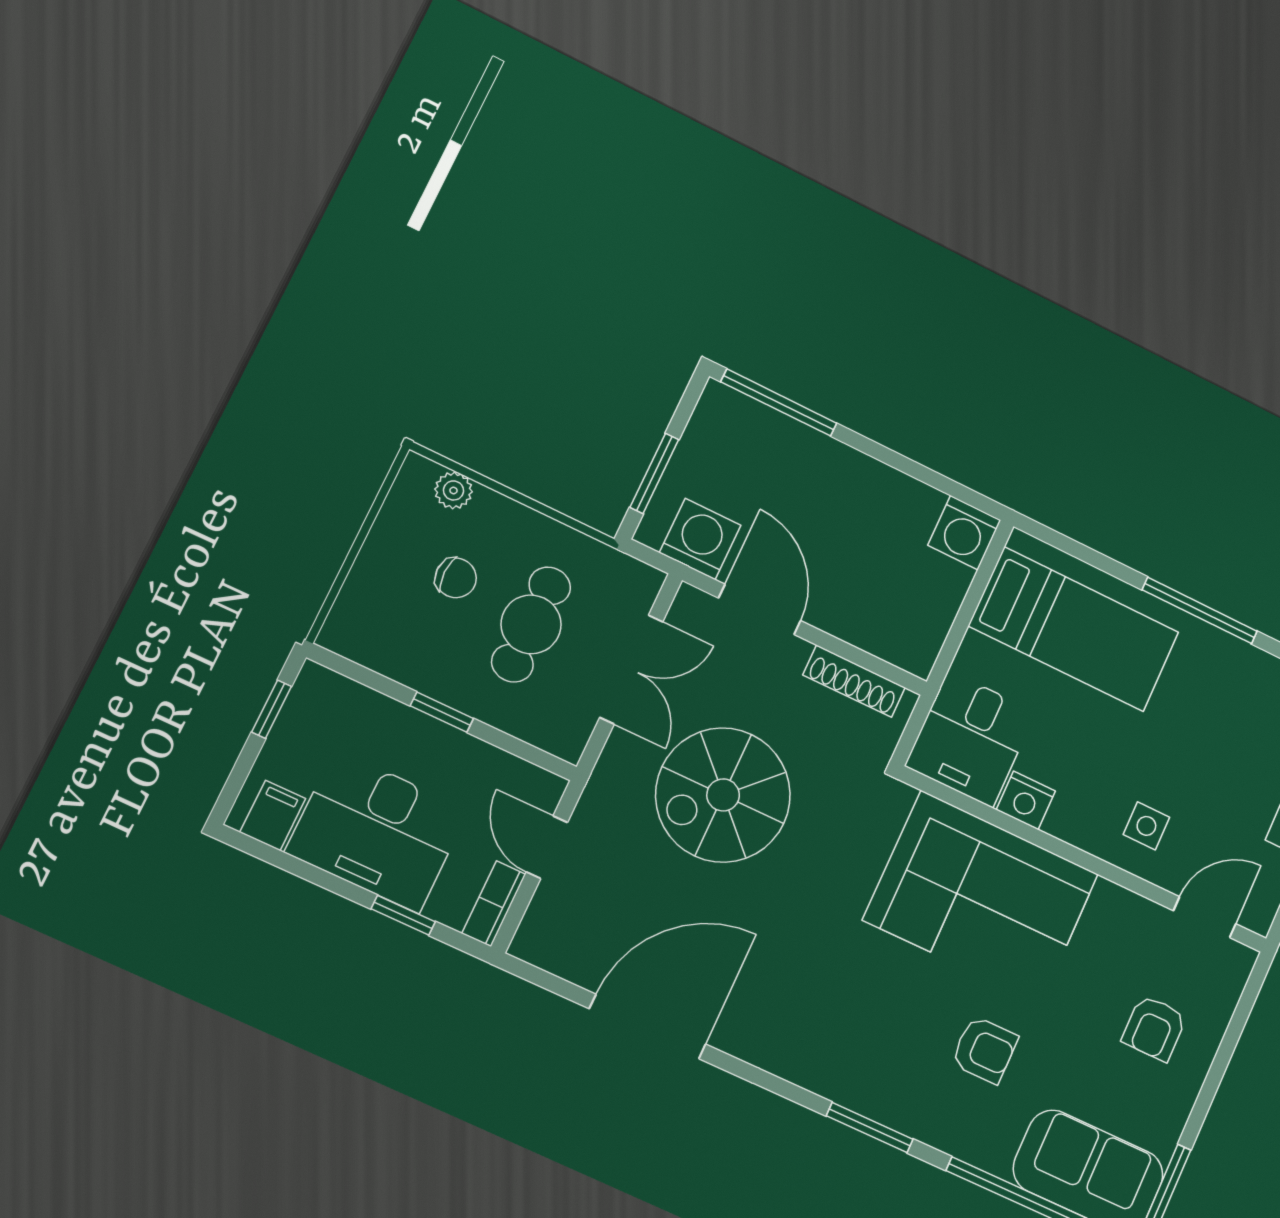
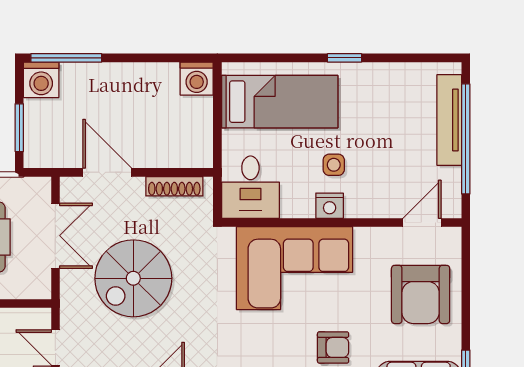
washing machine: (700, 539) -> (41, 80), moved, turned 180
window: (1200, 611) -> (344, 58), width x0.46
nightstand: (1026, 800) -> (330, 206), moved
side table: (1146, 826) -> (334, 165), moved
armchair: (1154, 1028) -> (421, 294), width x1.88, depth x1.88

